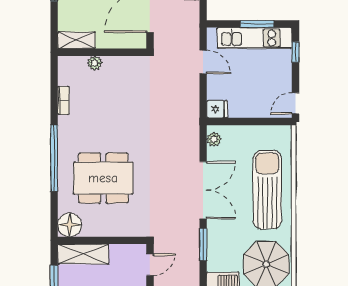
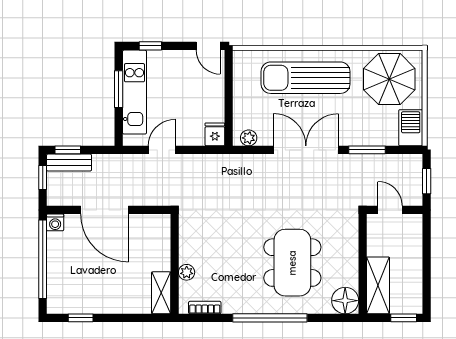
shelving: (76, 40) -> (161, 293), moved
wall: (102, 52) -> (175, 264), moved
plant: (95, 63) -> (187, 272), moved

